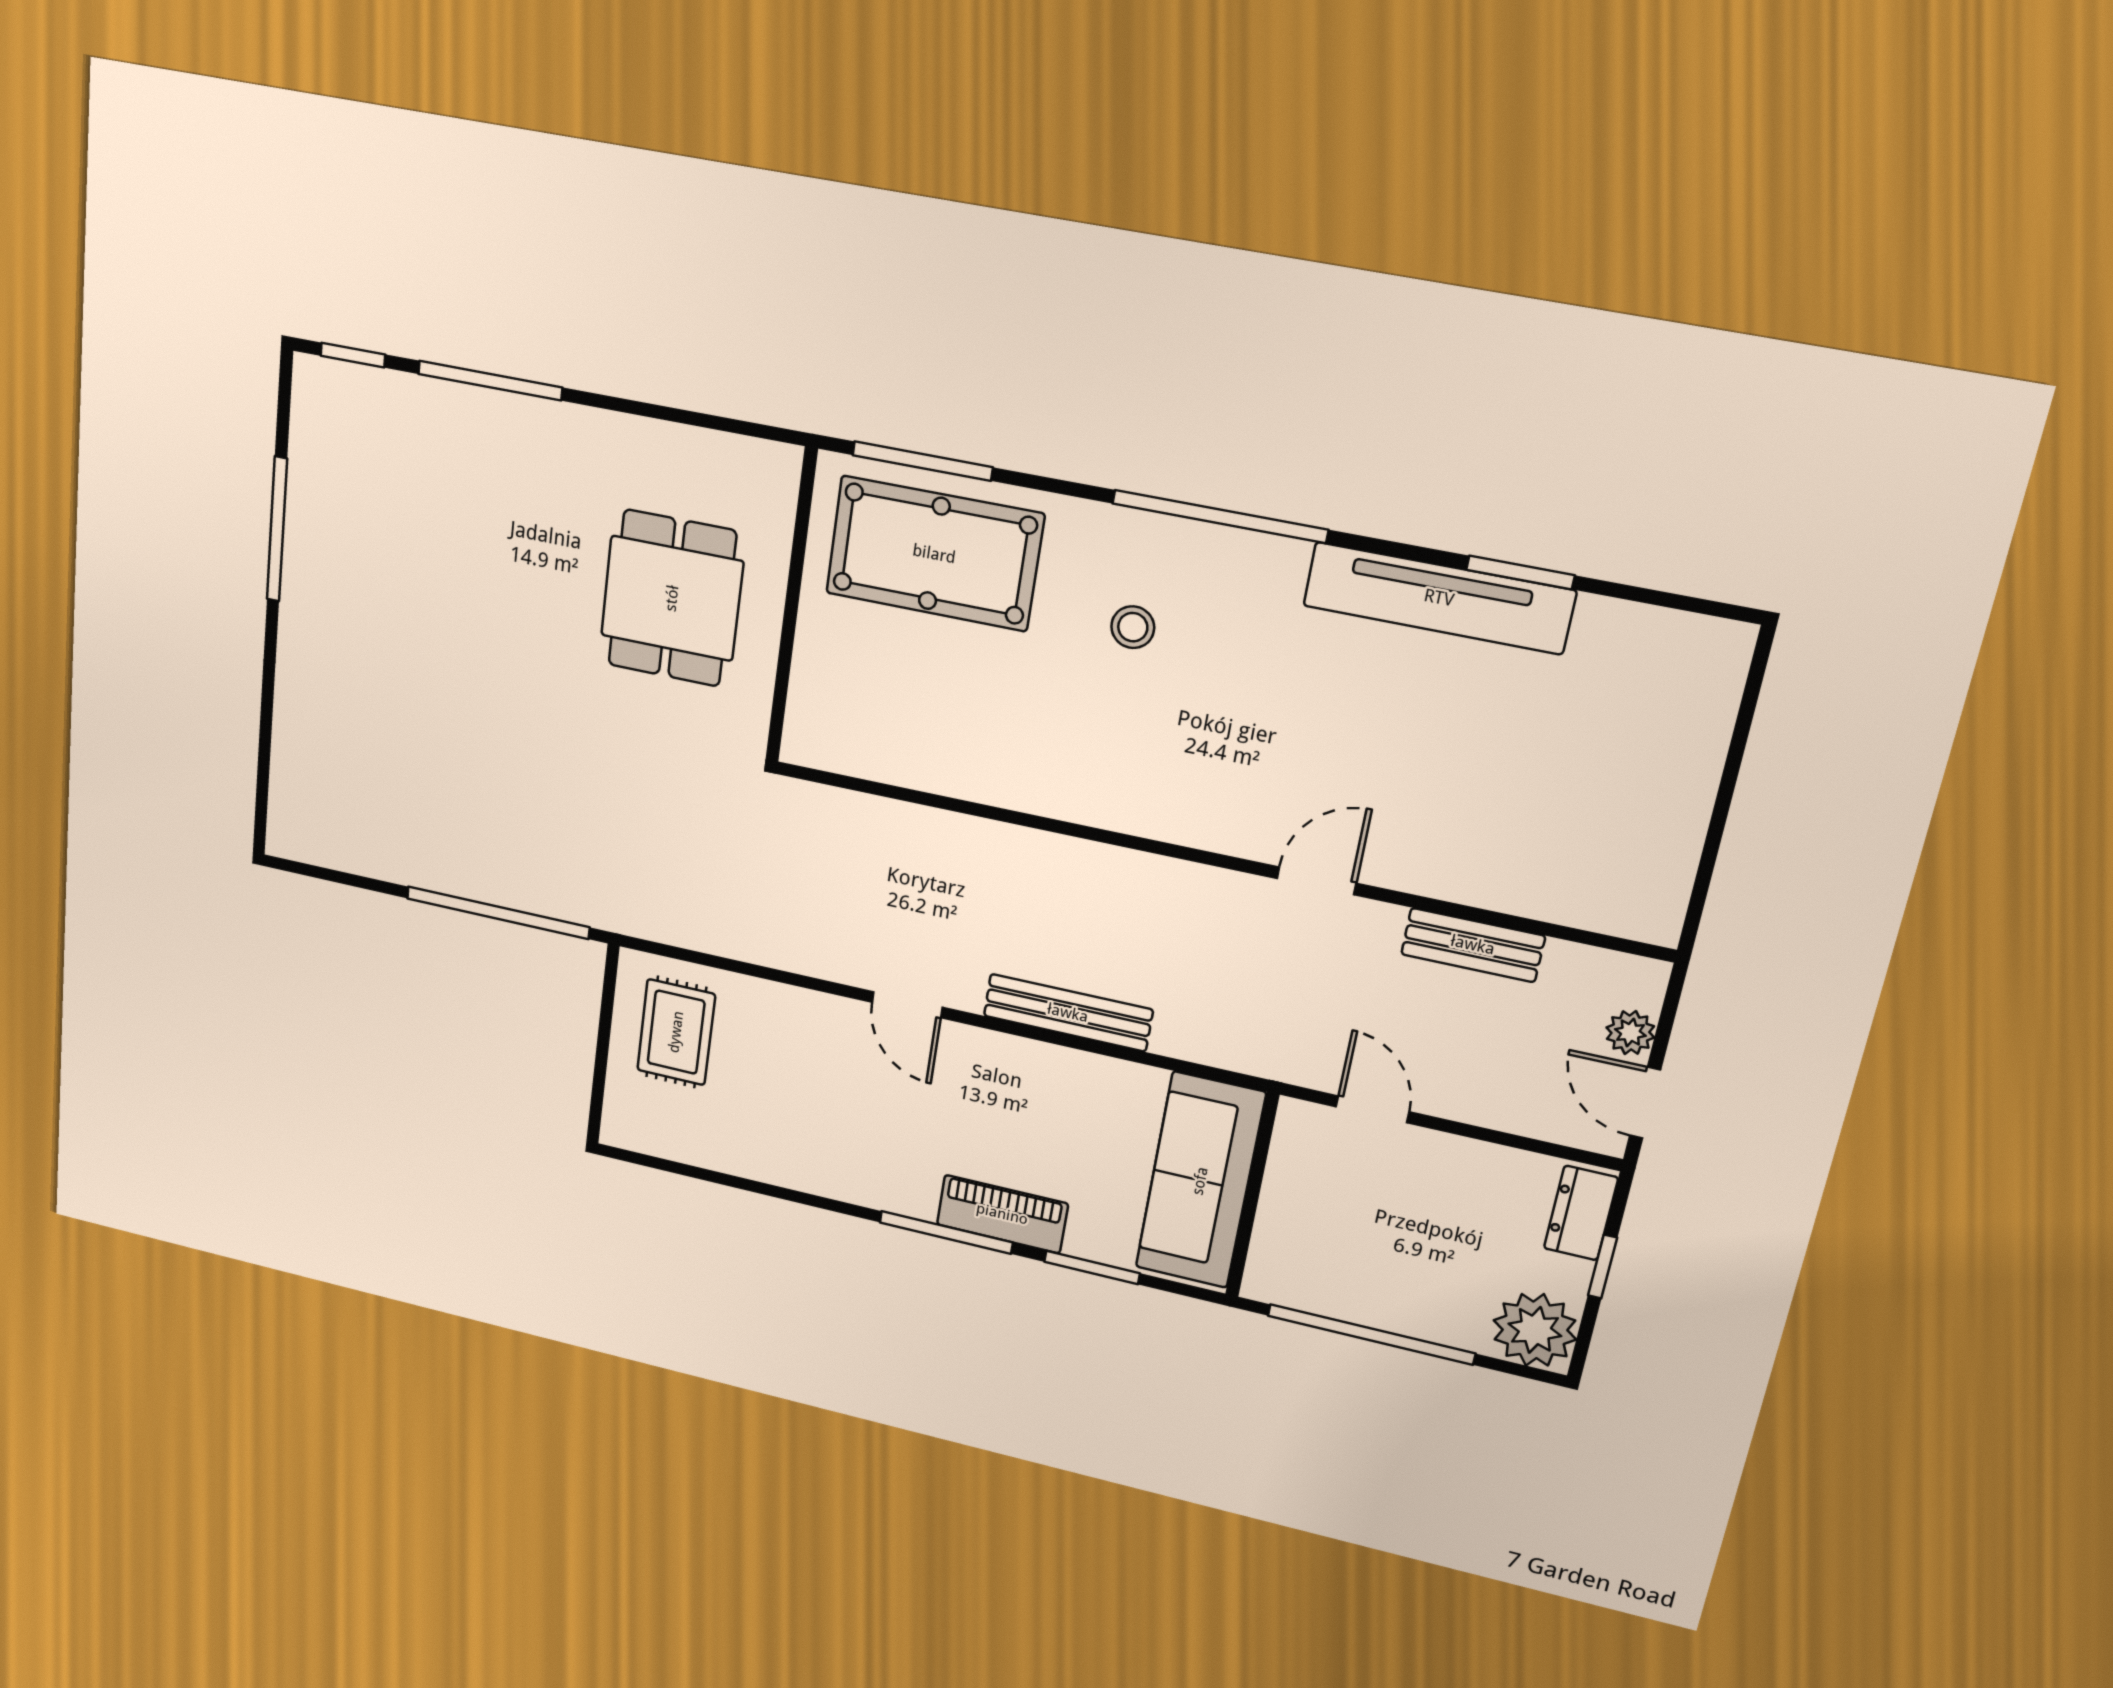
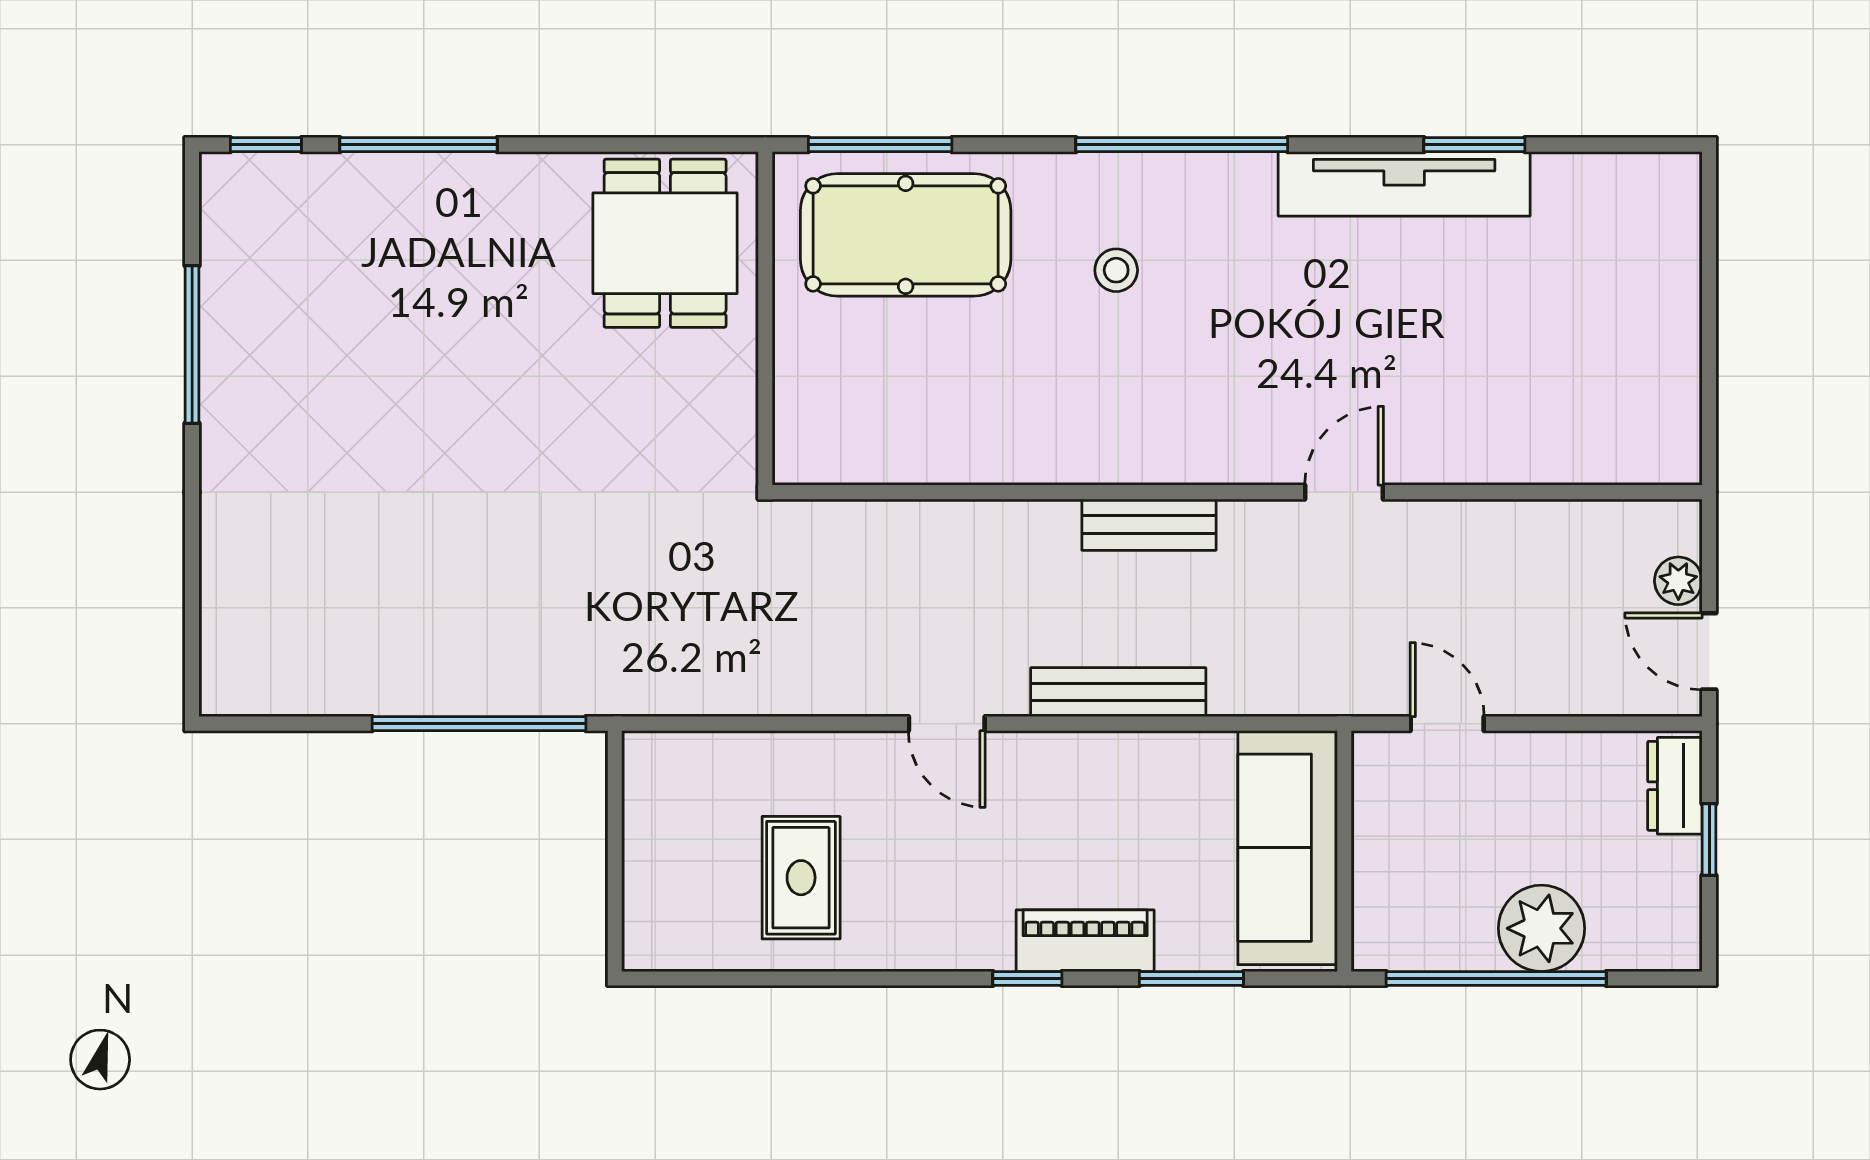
dining table: (672, 598) -> (665, 243), moved
bench: (1473, 945) -> (1149, 525), moved
rug: (676, 1032) -> (801, 878), moved
window: (946, 1232) -> (1027, 978), width x0.46
plant: (1535, 1330) -> (1541, 928), moved

